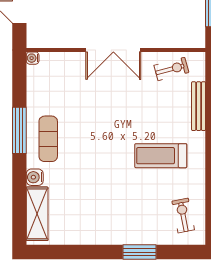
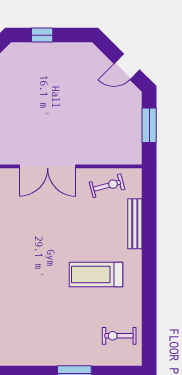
exercise bike: (183, 215) -> (119, 336), turned -79

